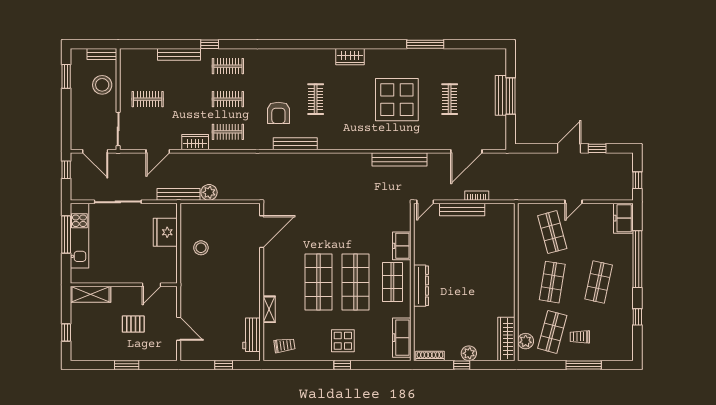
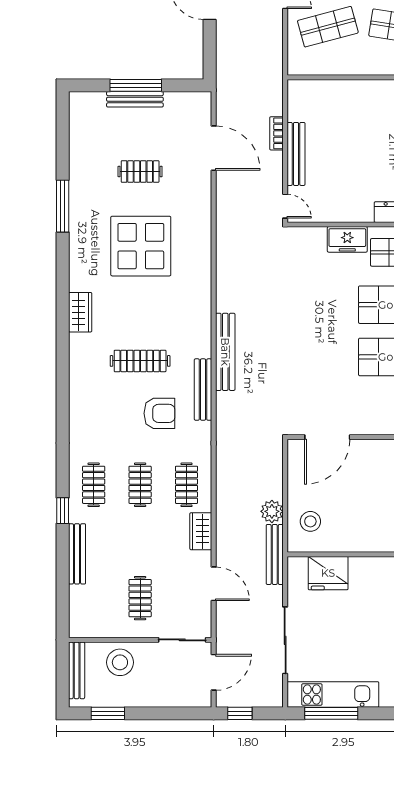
bench: (102, 54) -> (77, 670), width x1.36
clothes rail: (316, 99) -> (140, 361), width x1.36
bench: (400, 159) -> (225, 352), moved
door: (262, 232) -> (327, 437), swing flipped
stool: (201, 248) -> (310, 521), moved

